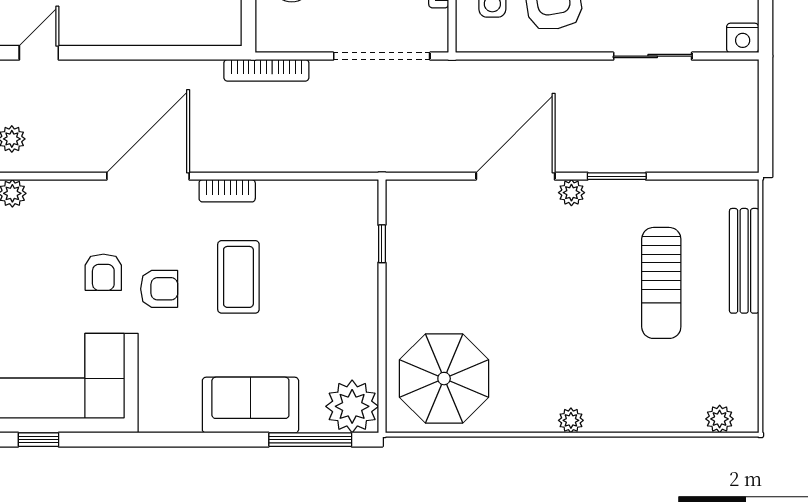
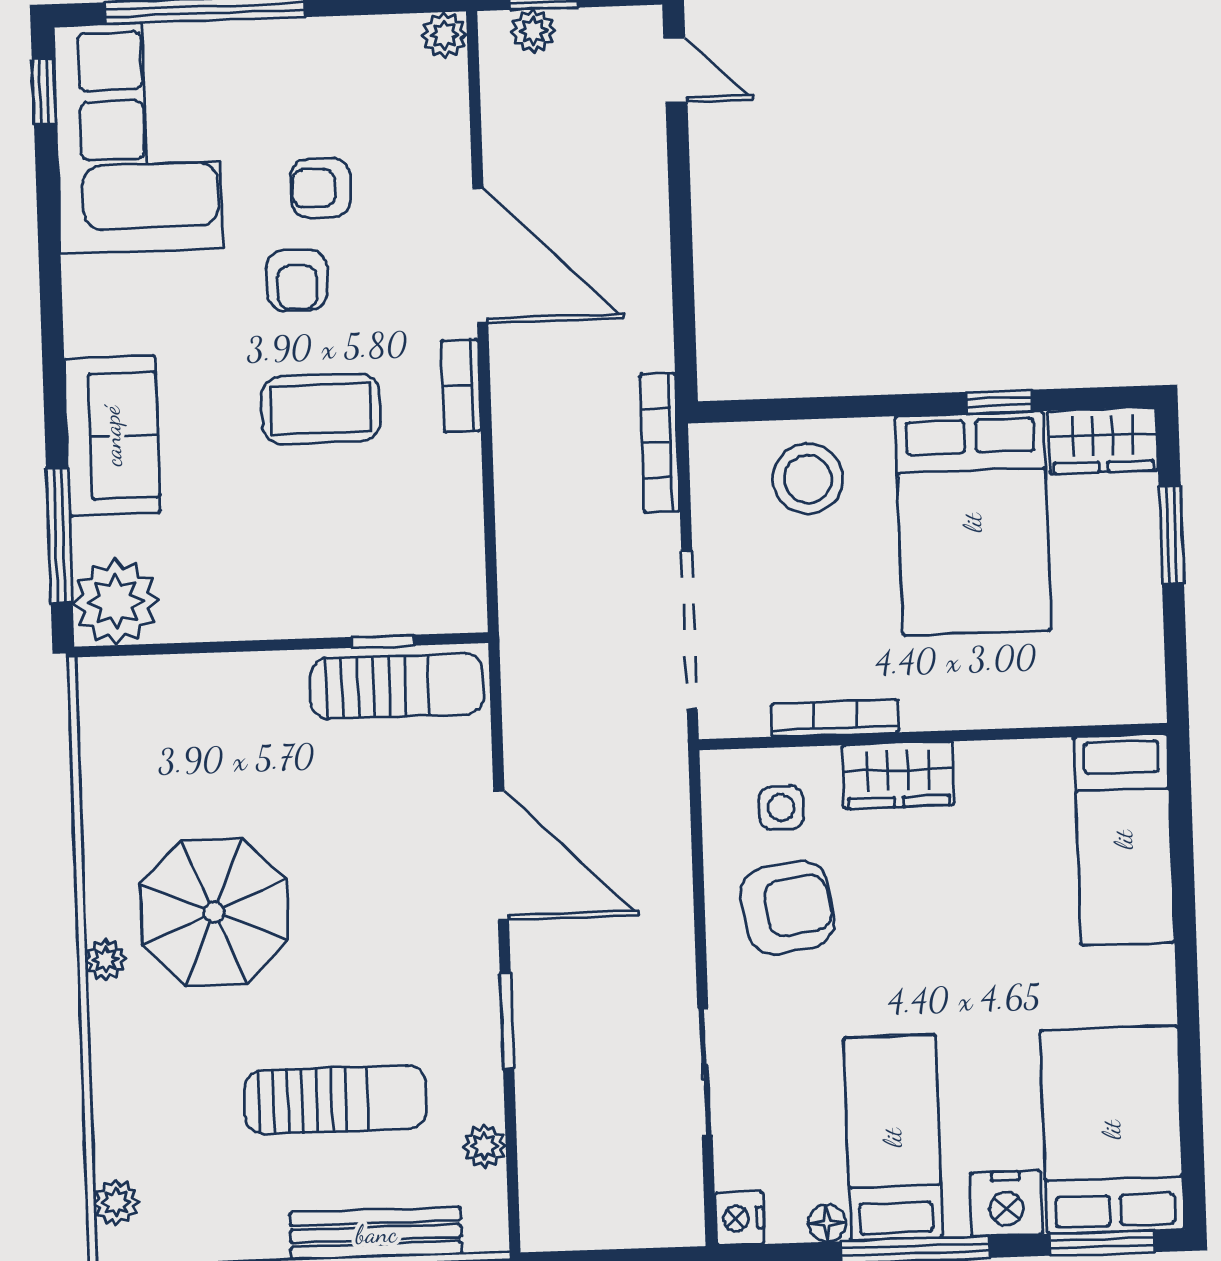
plant: (571, 193) -> (484, 1146), moved
sun lounger: (410, 236) -> (397, 686), added
sun lounger: (661, 283) -> (335, 1100), turned 180
parasol: (444, 379) -> (214, 912), moved

